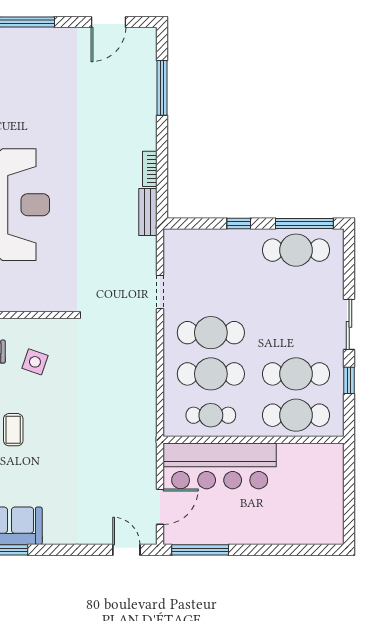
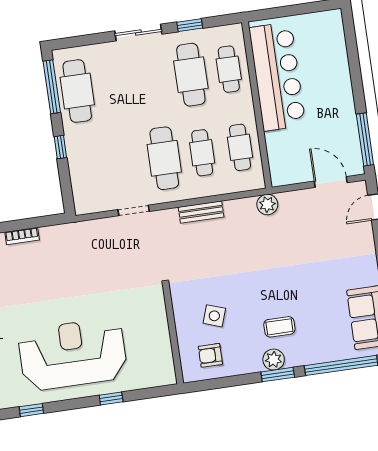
bench: (148, 212) -> (201, 212), moved
cafe table: (211, 374) -> (202, 153), width x0.73, depth x0.74
cafe table: (296, 415) -> (229, 69), width x0.73, depth x0.74
plant: (146, 436) -> (267, 205), added
bar counter: (220, 466) -> (277, 77), moved

